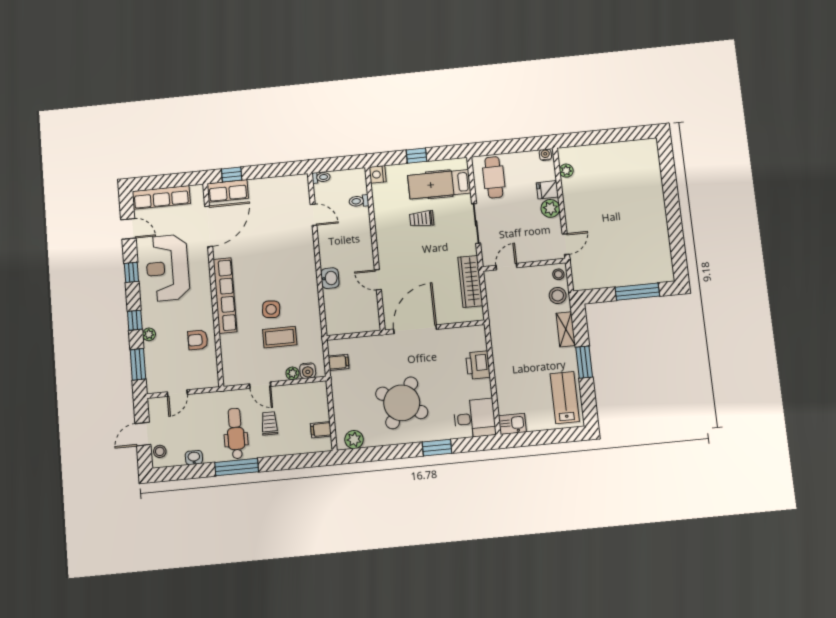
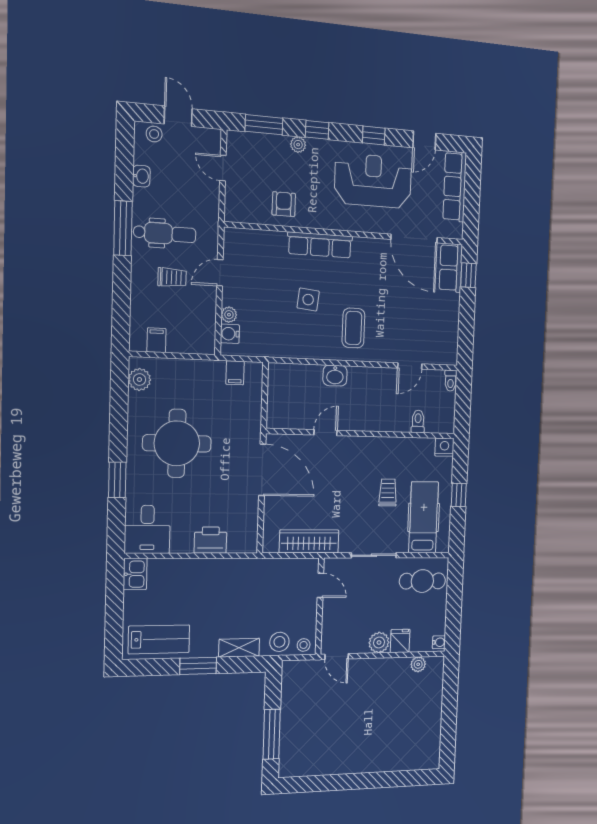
row of seats: (225, 295) -> (320, 245), width x0.73
coffee table: (280, 337) -> (353, 328), moved
round table: (402, 403) -> (177, 443), turned -31

